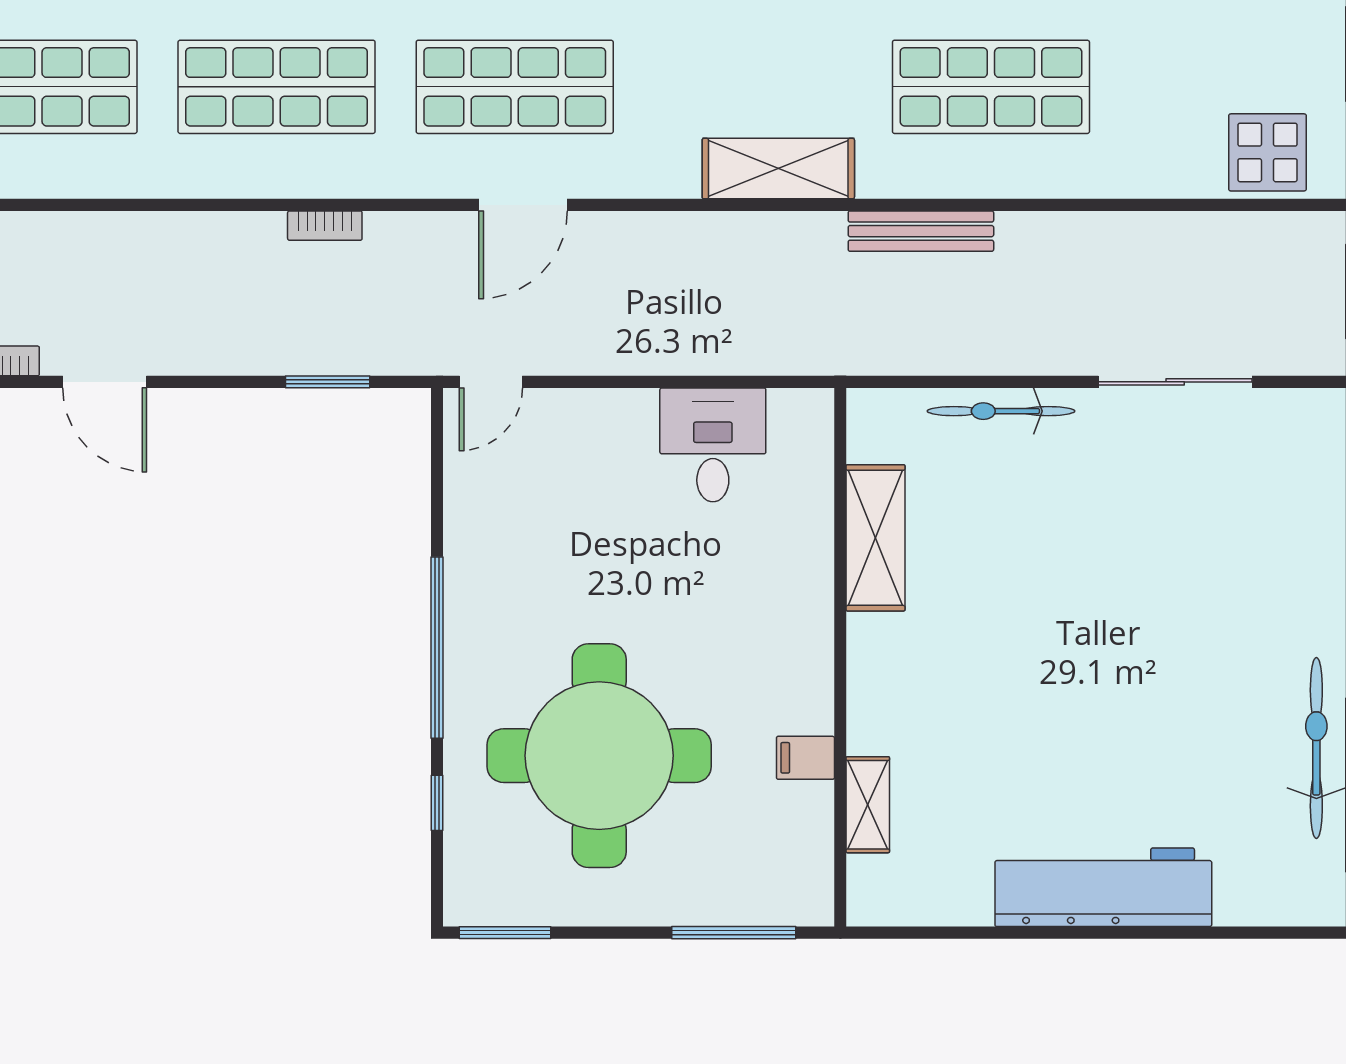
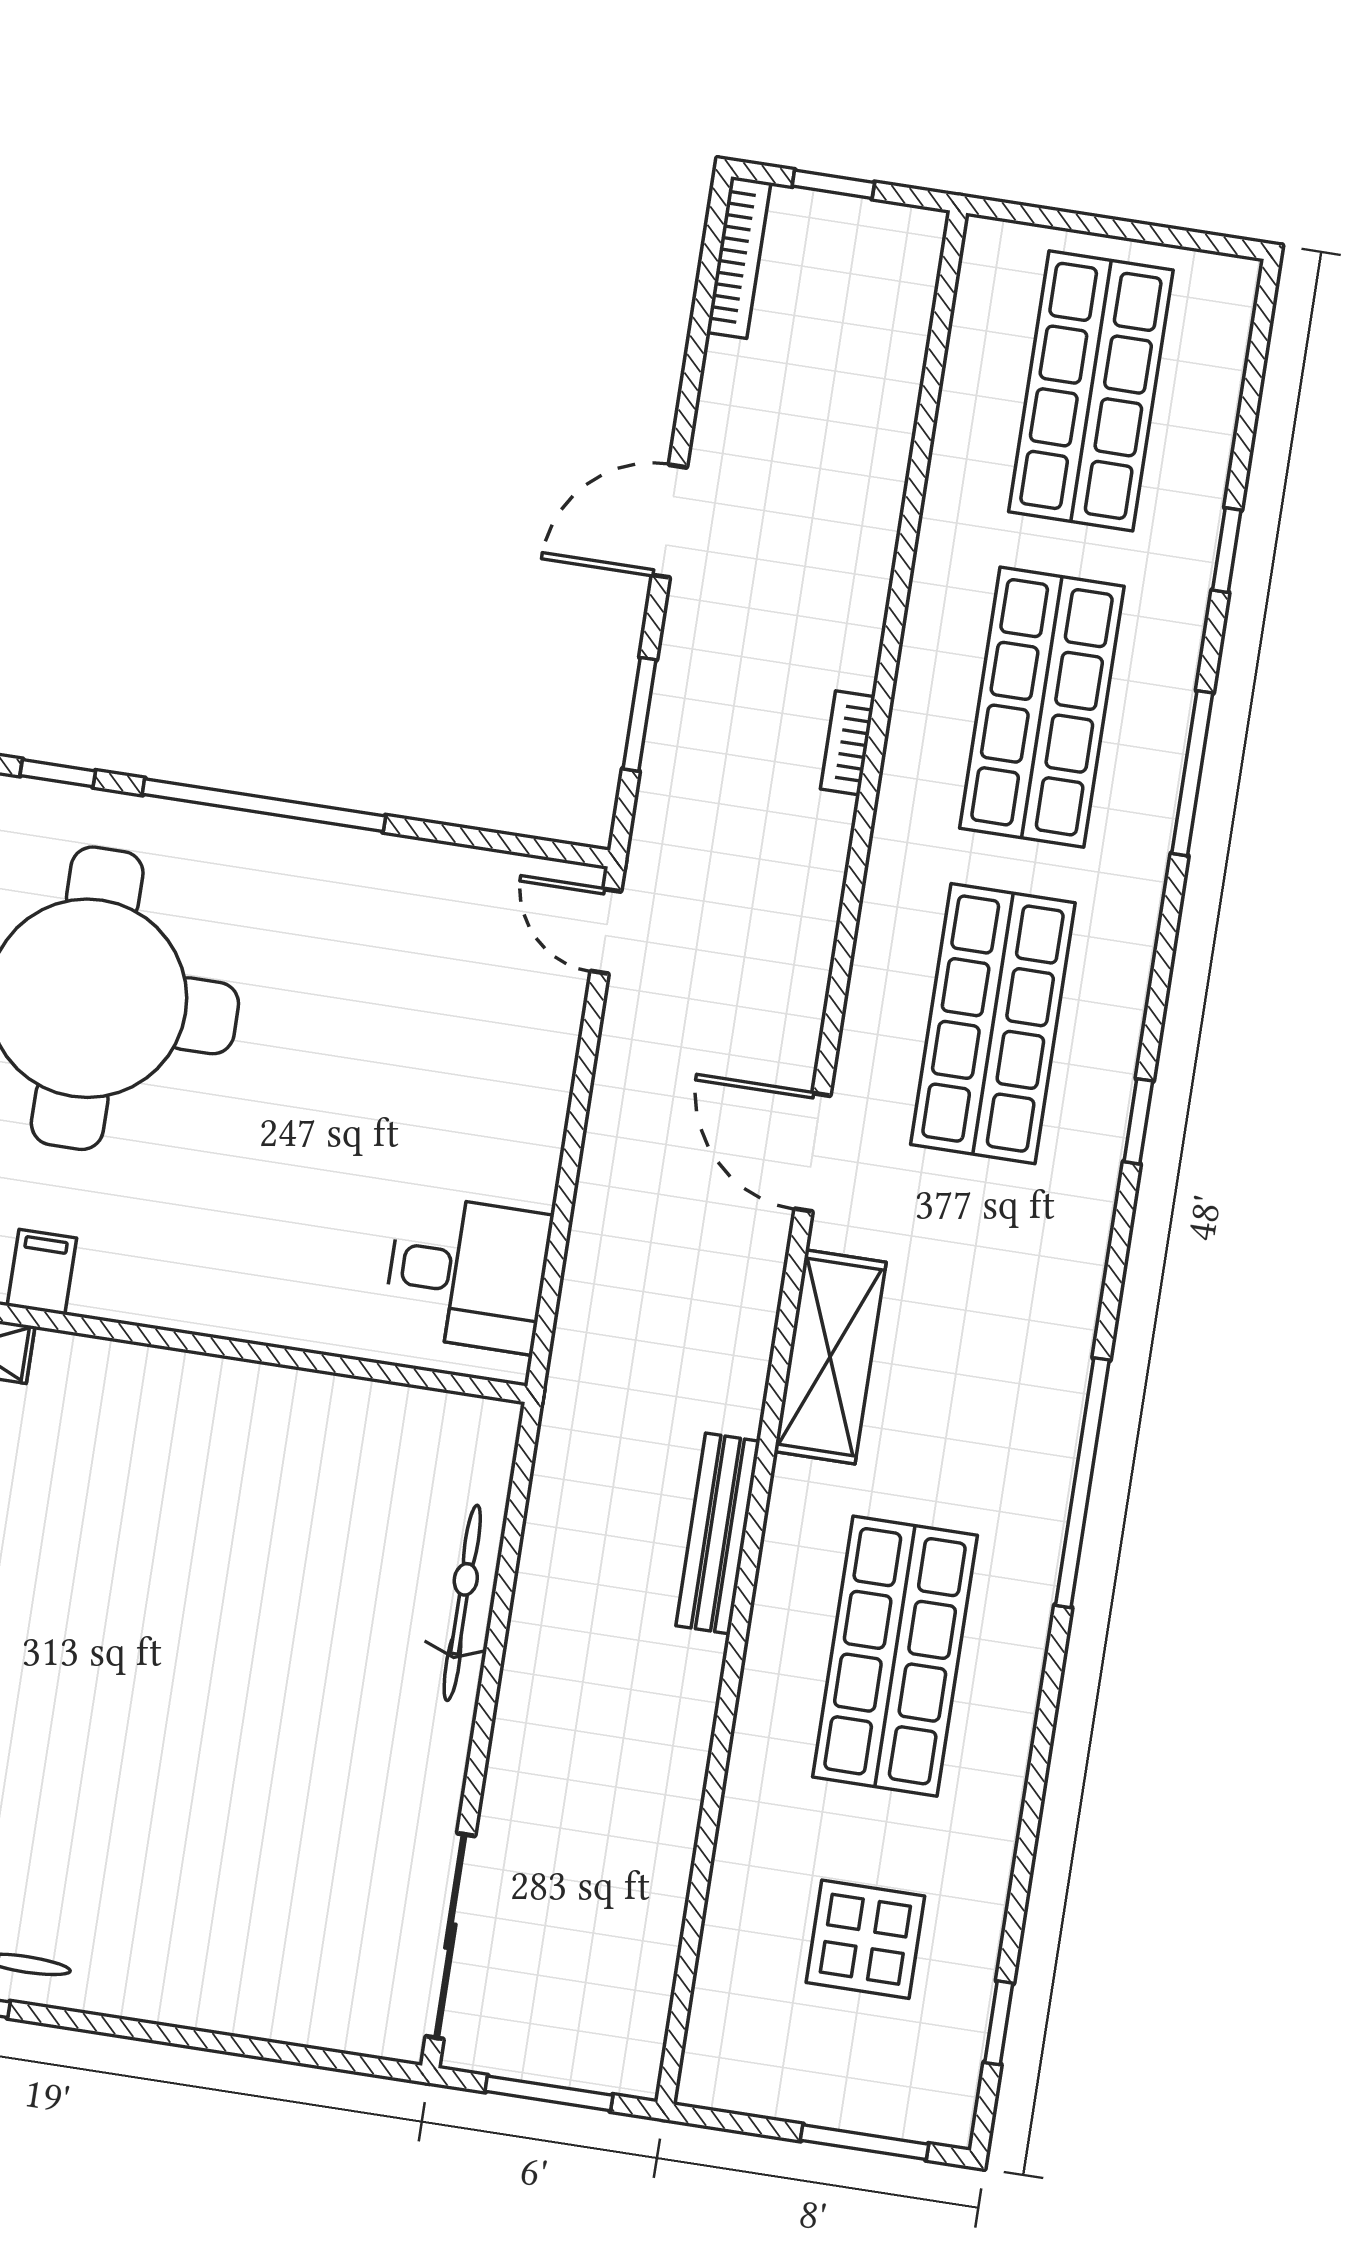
display table: (1268, 152) -> (865, 1939), moved
door: (523, 205) -> (813, 1152), moved
door: (105, 382) -> (669, 521), moved
sliding door: (1175, 382) -> (450, 1936), moved
desk: (713, 445) -> (467, 1274), moved
shelving: (875, 538) -> (320, 1410), removed

